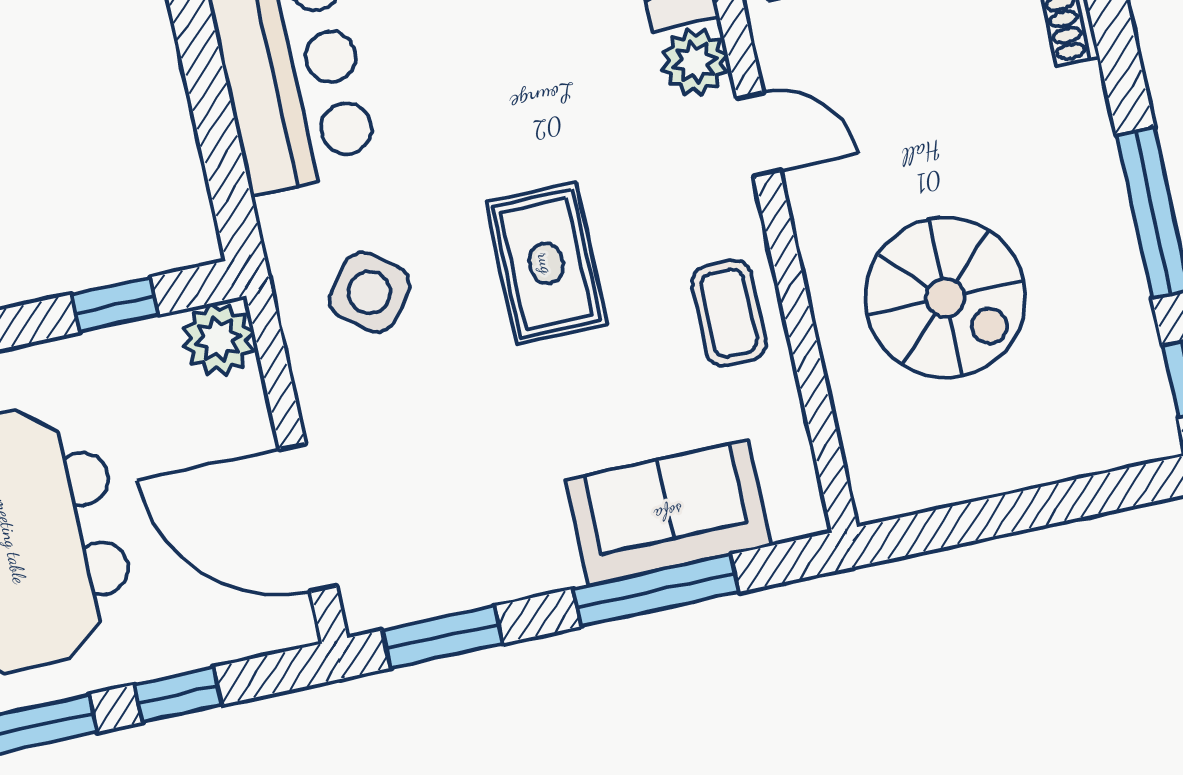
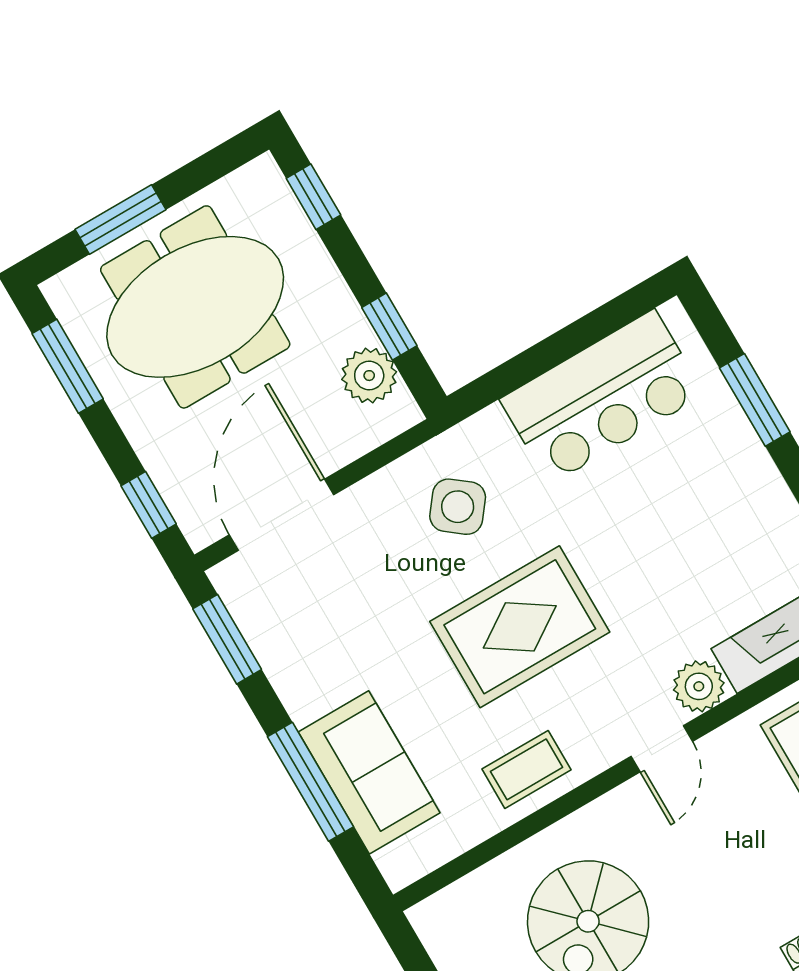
rug: (546, 263) -> (520, 627), width x1.36, depth x1.43
plant: (218, 339) -> (369, 376), moved
window: (178, 695) -> (149, 505), moved

